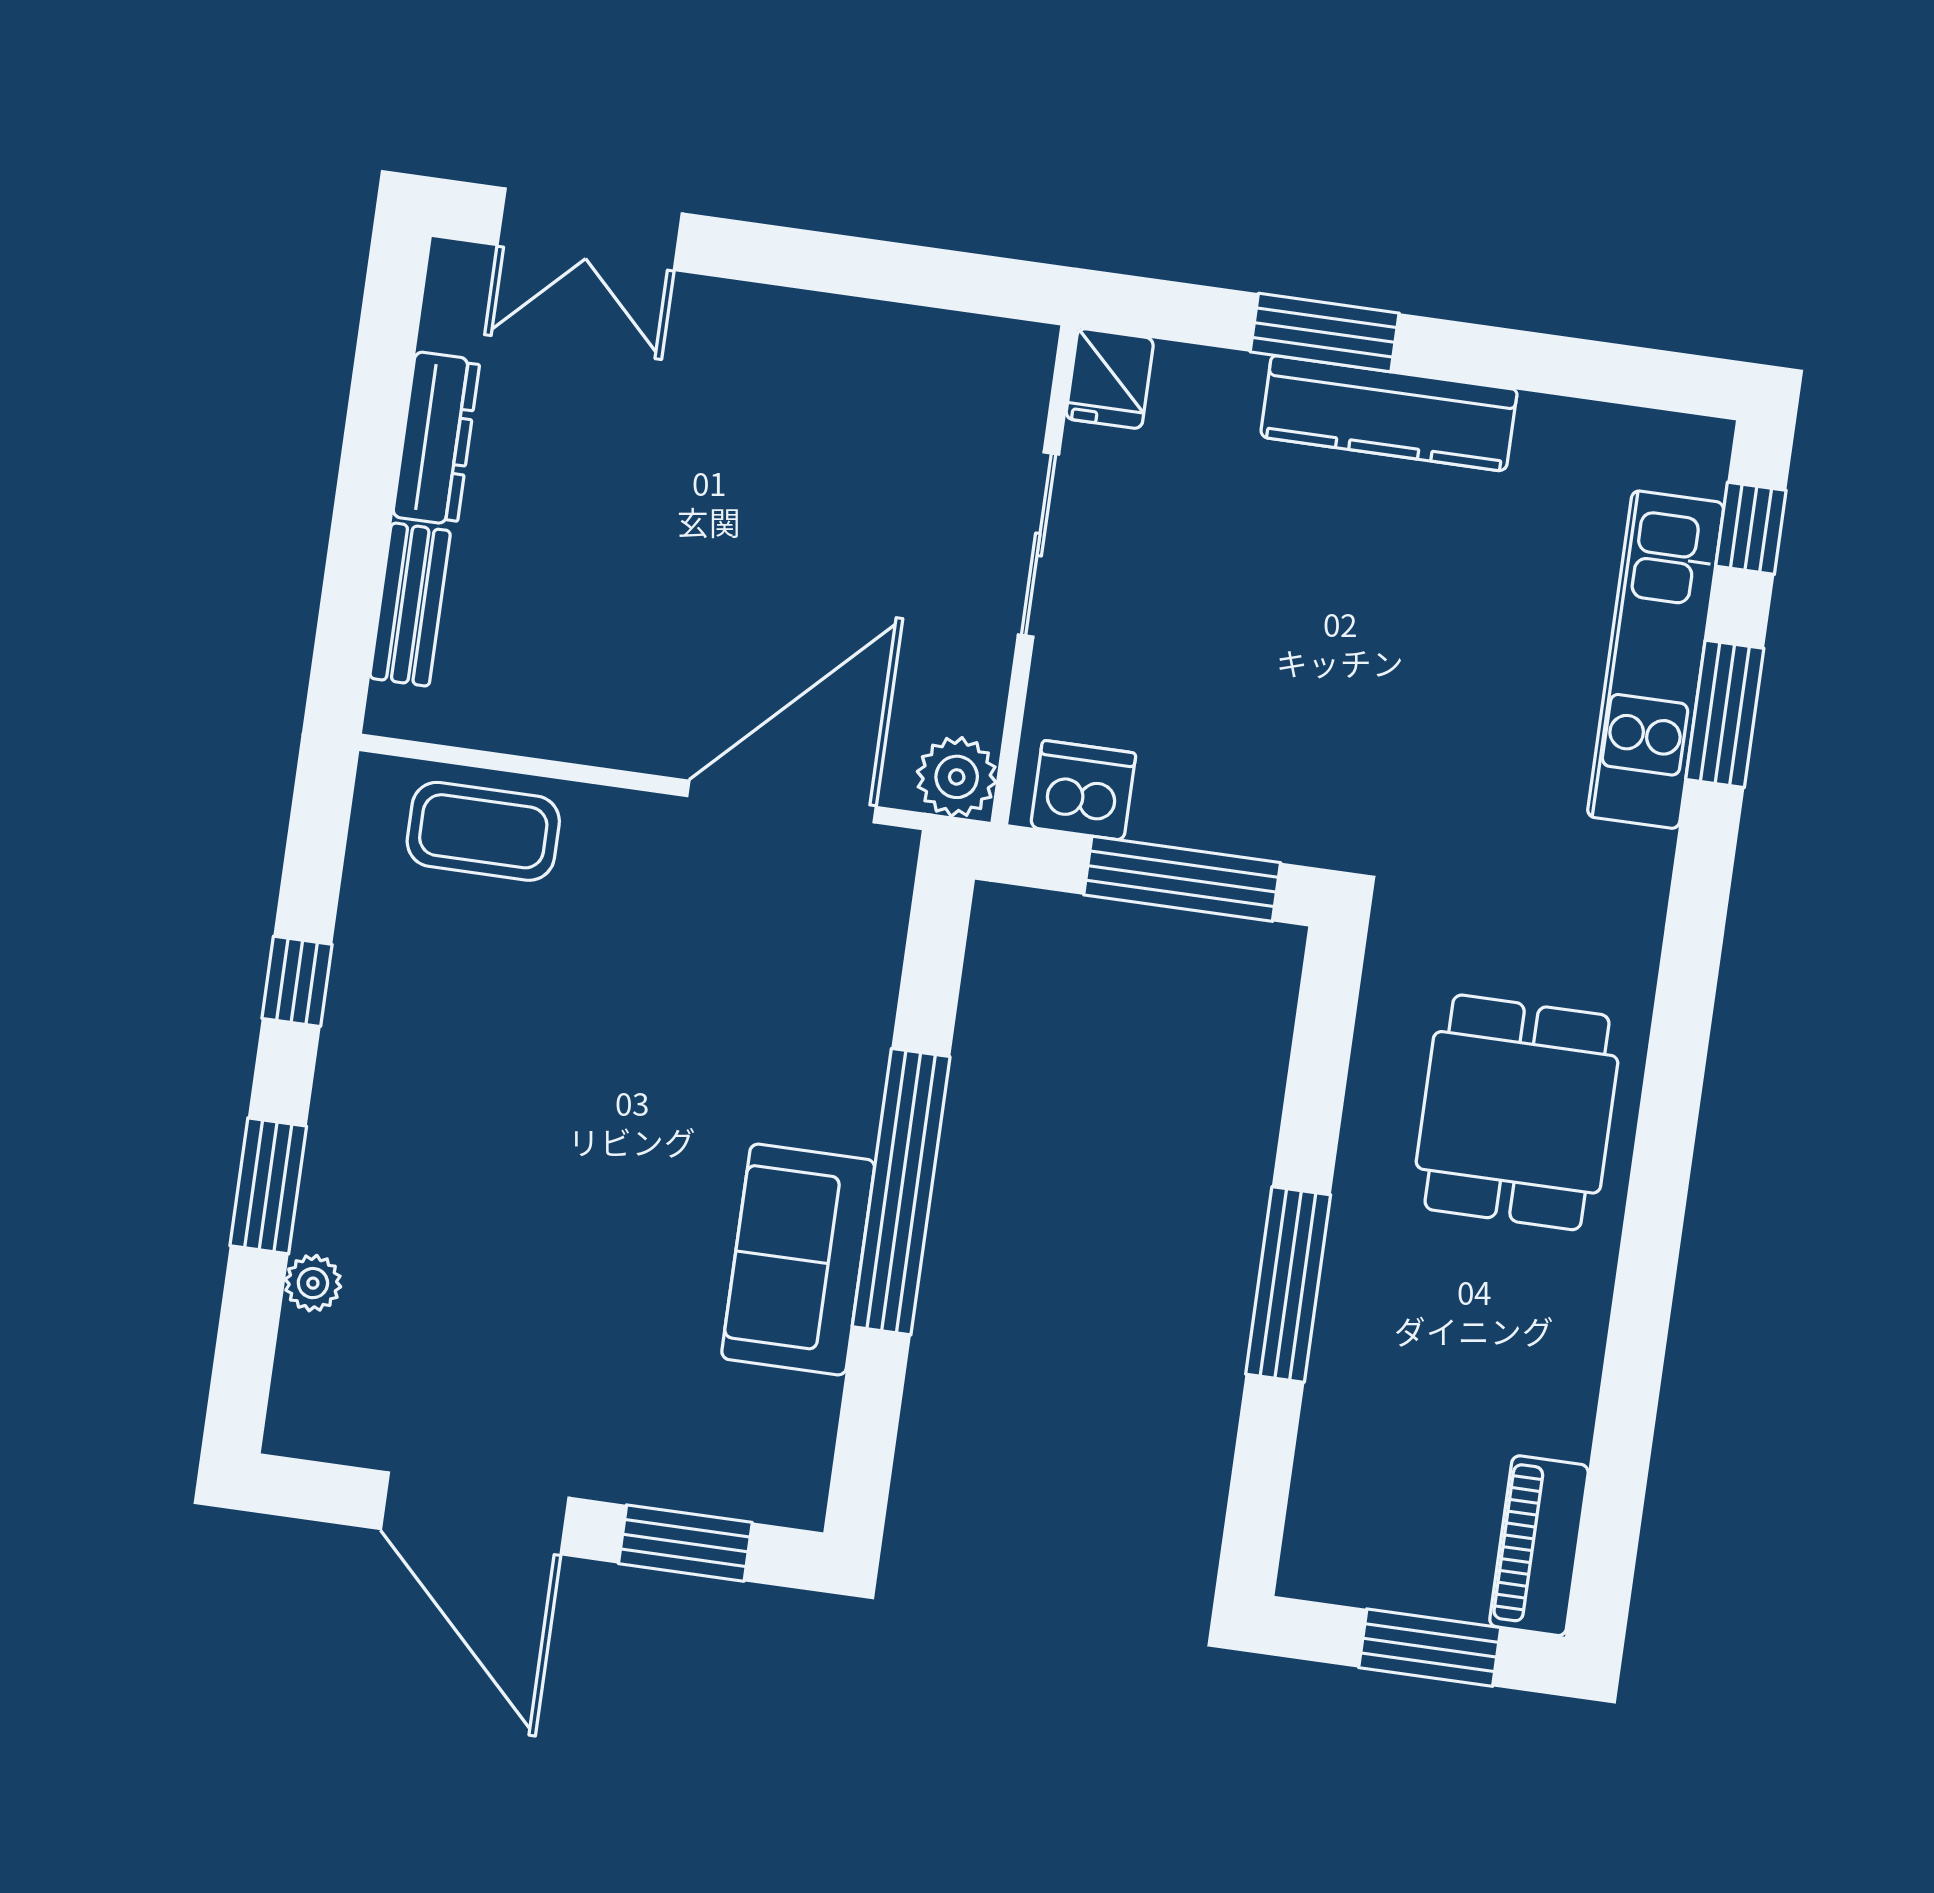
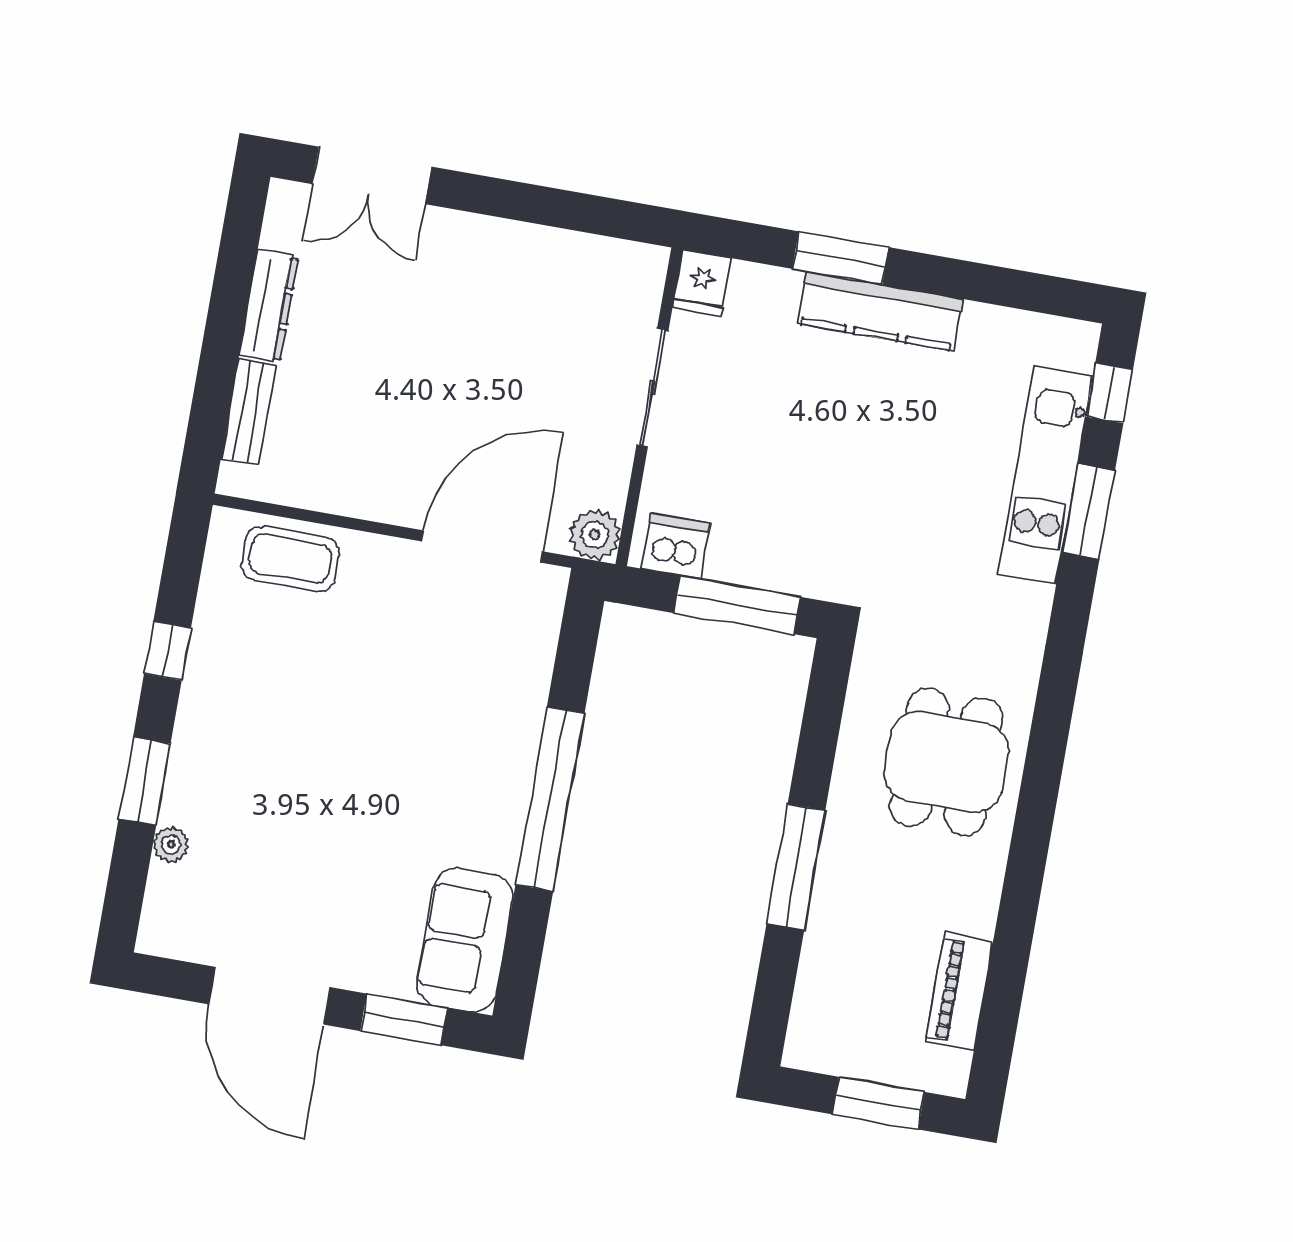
sofa: (798, 1260) -> (465, 940), moved
piano: (1539, 1546) -> (959, 991), moved

